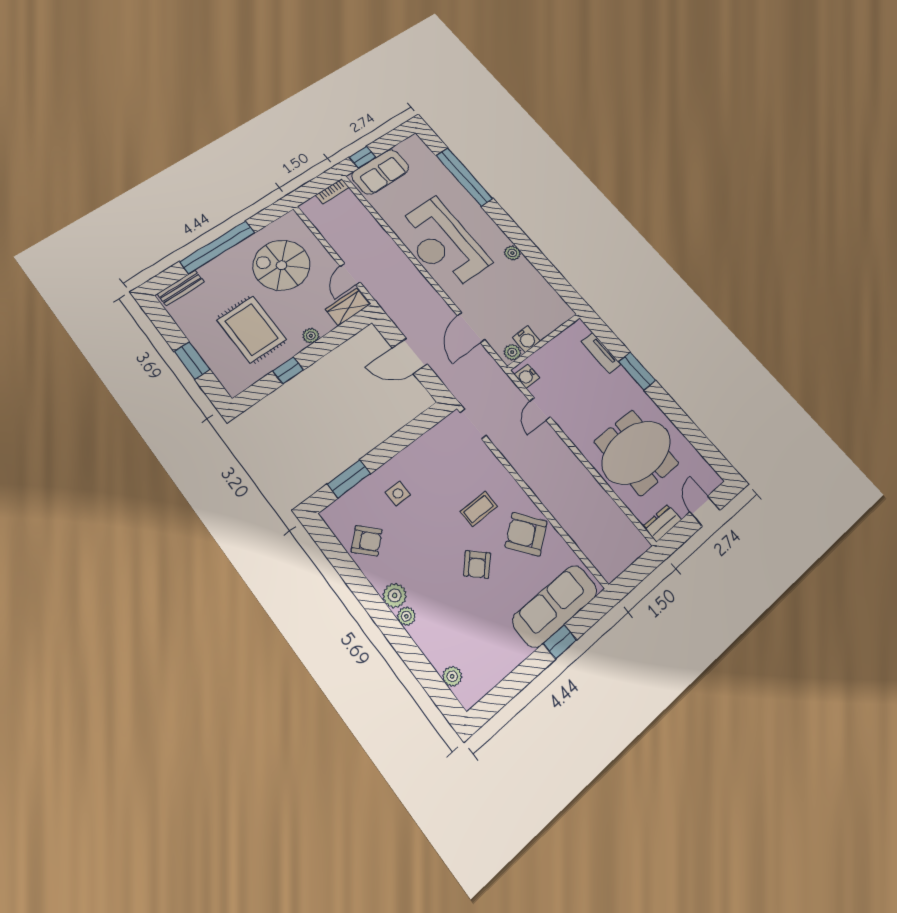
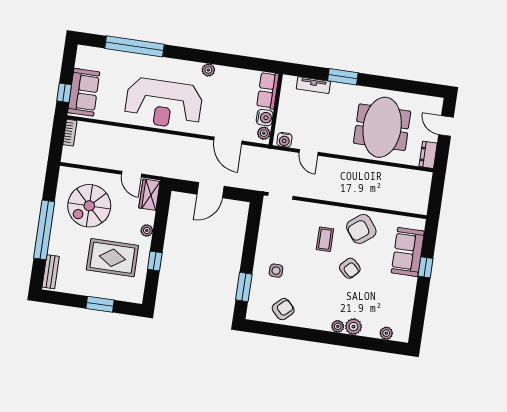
row of seats: (552, 319) -> (268, 90), added
plant: (395, 595) -> (353, 327), moved
sofa: (555, 606) -> (408, 252), width x0.73

